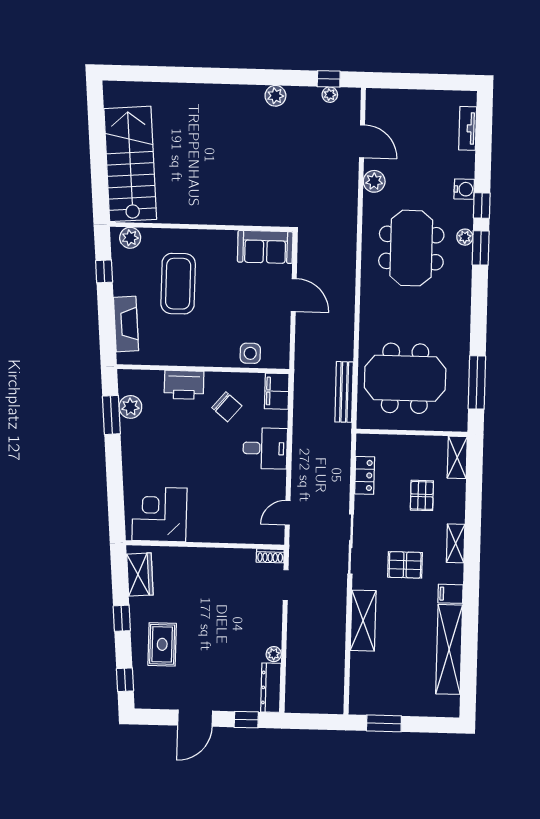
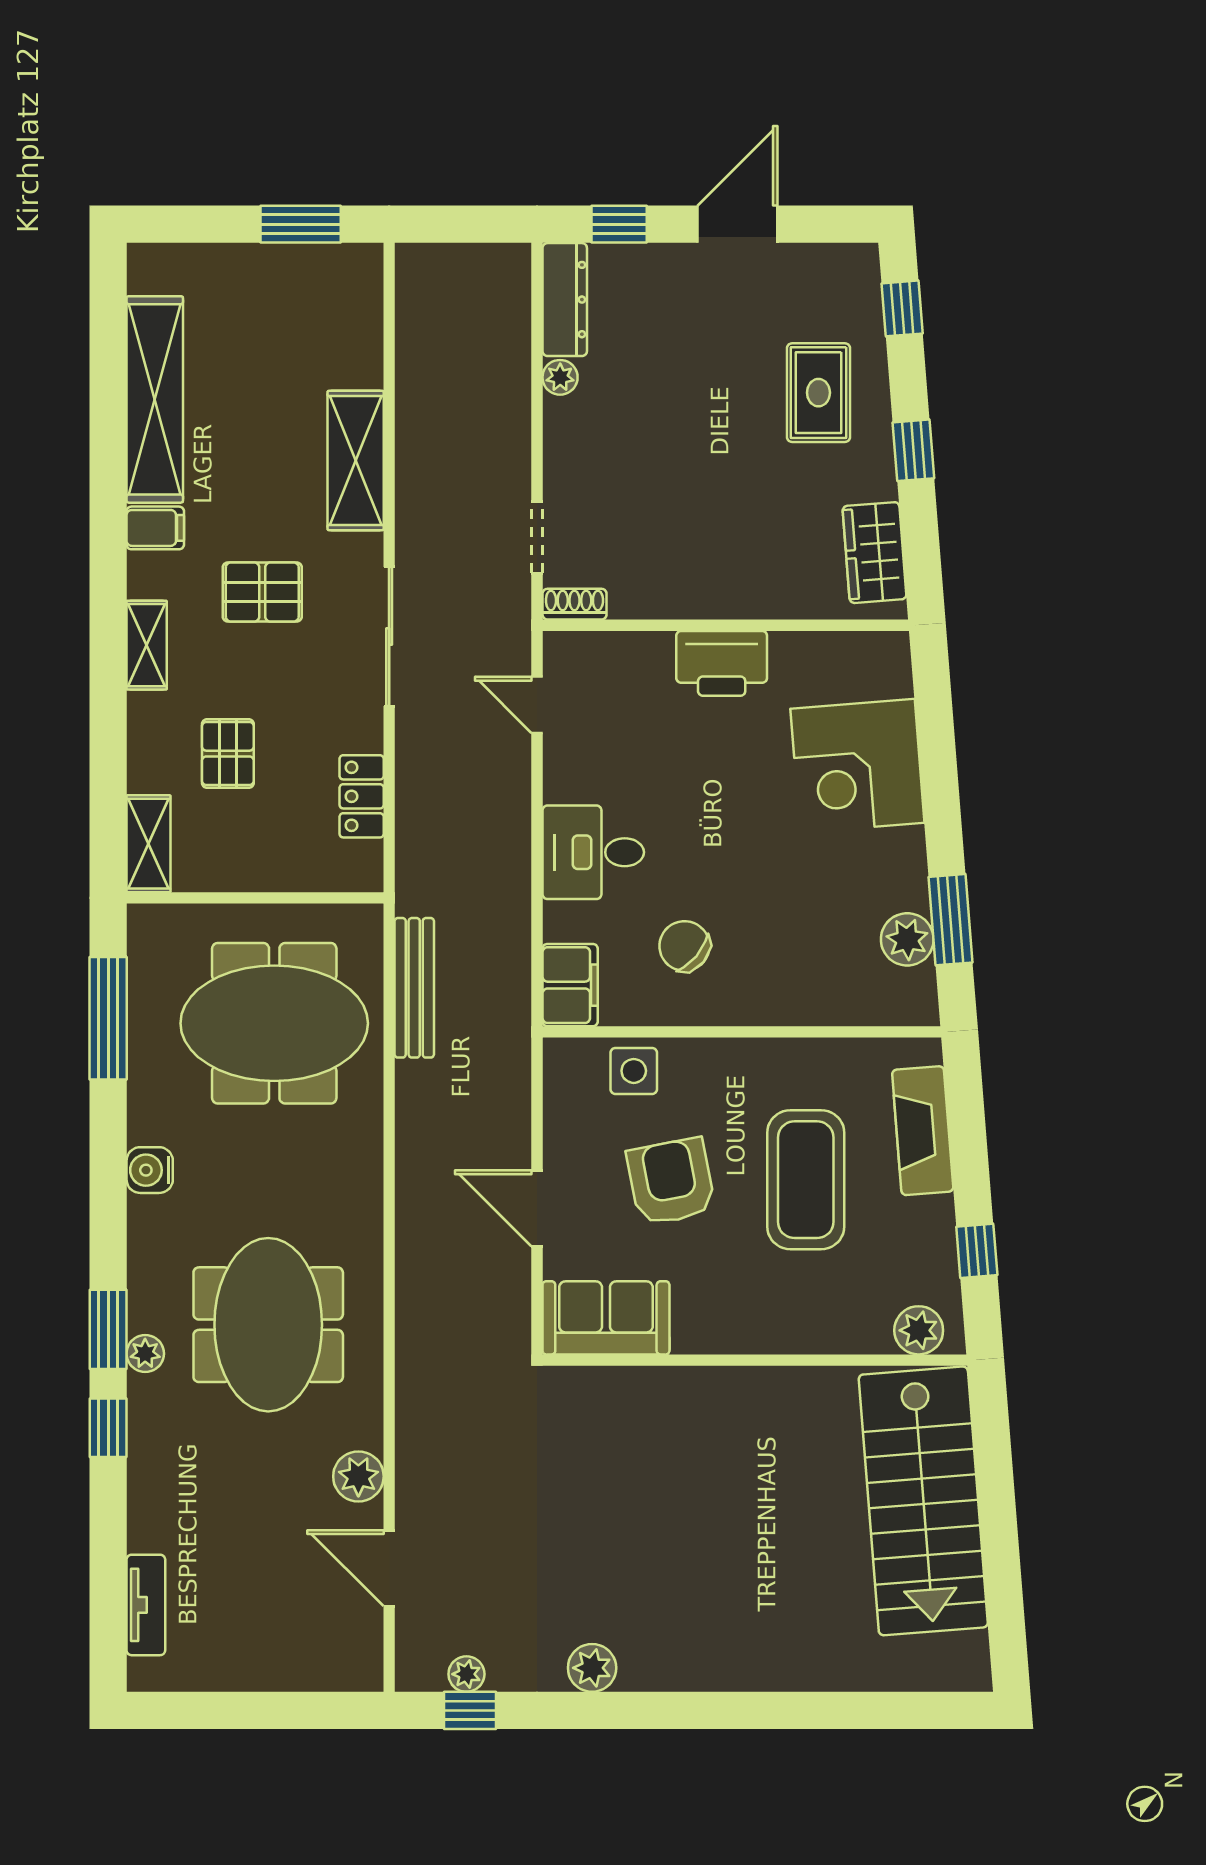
water cooler: (464, 189) -> (150, 1170), moved
coffee table: (178, 284) -> (806, 1180), moved
armchair: (235, 305) -> (671, 1182), added
printer: (184, 385) -> (722, 663), moved, turned 180
door: (288, 513) -> (537, 705), swing flipped
corner desk: (160, 514) -> (857, 766), moved, turned 85

